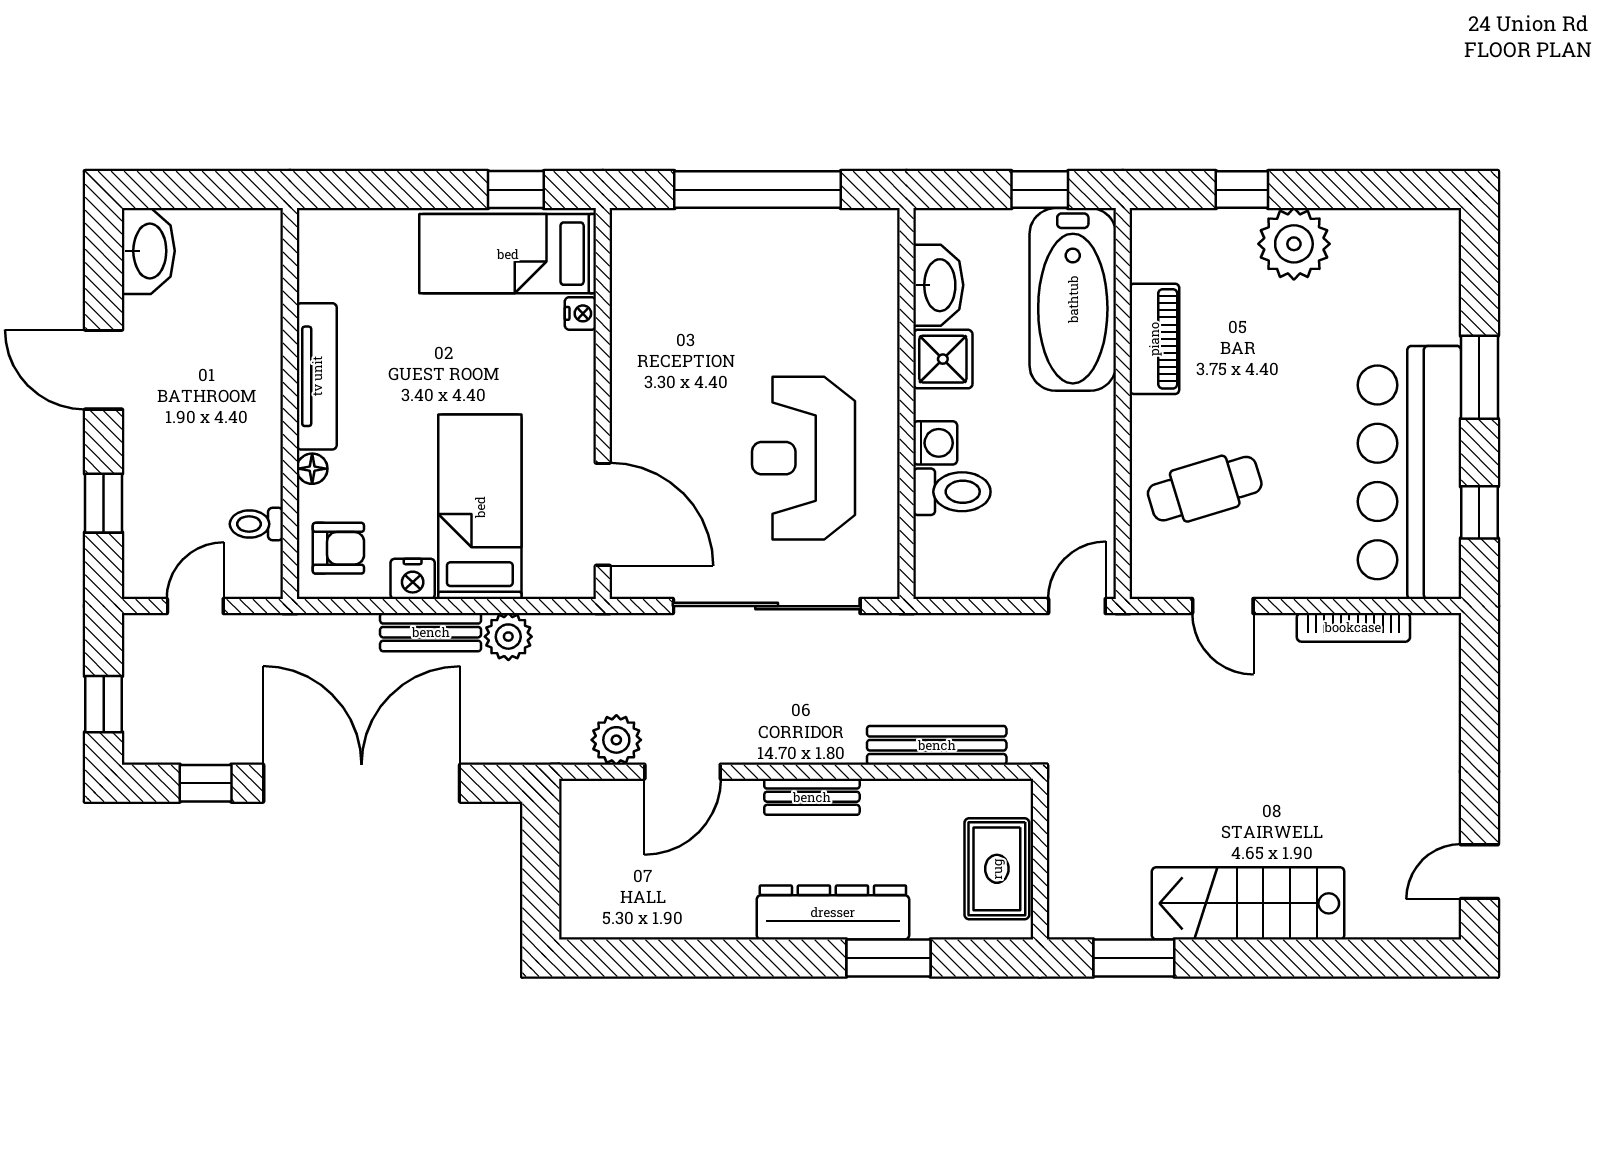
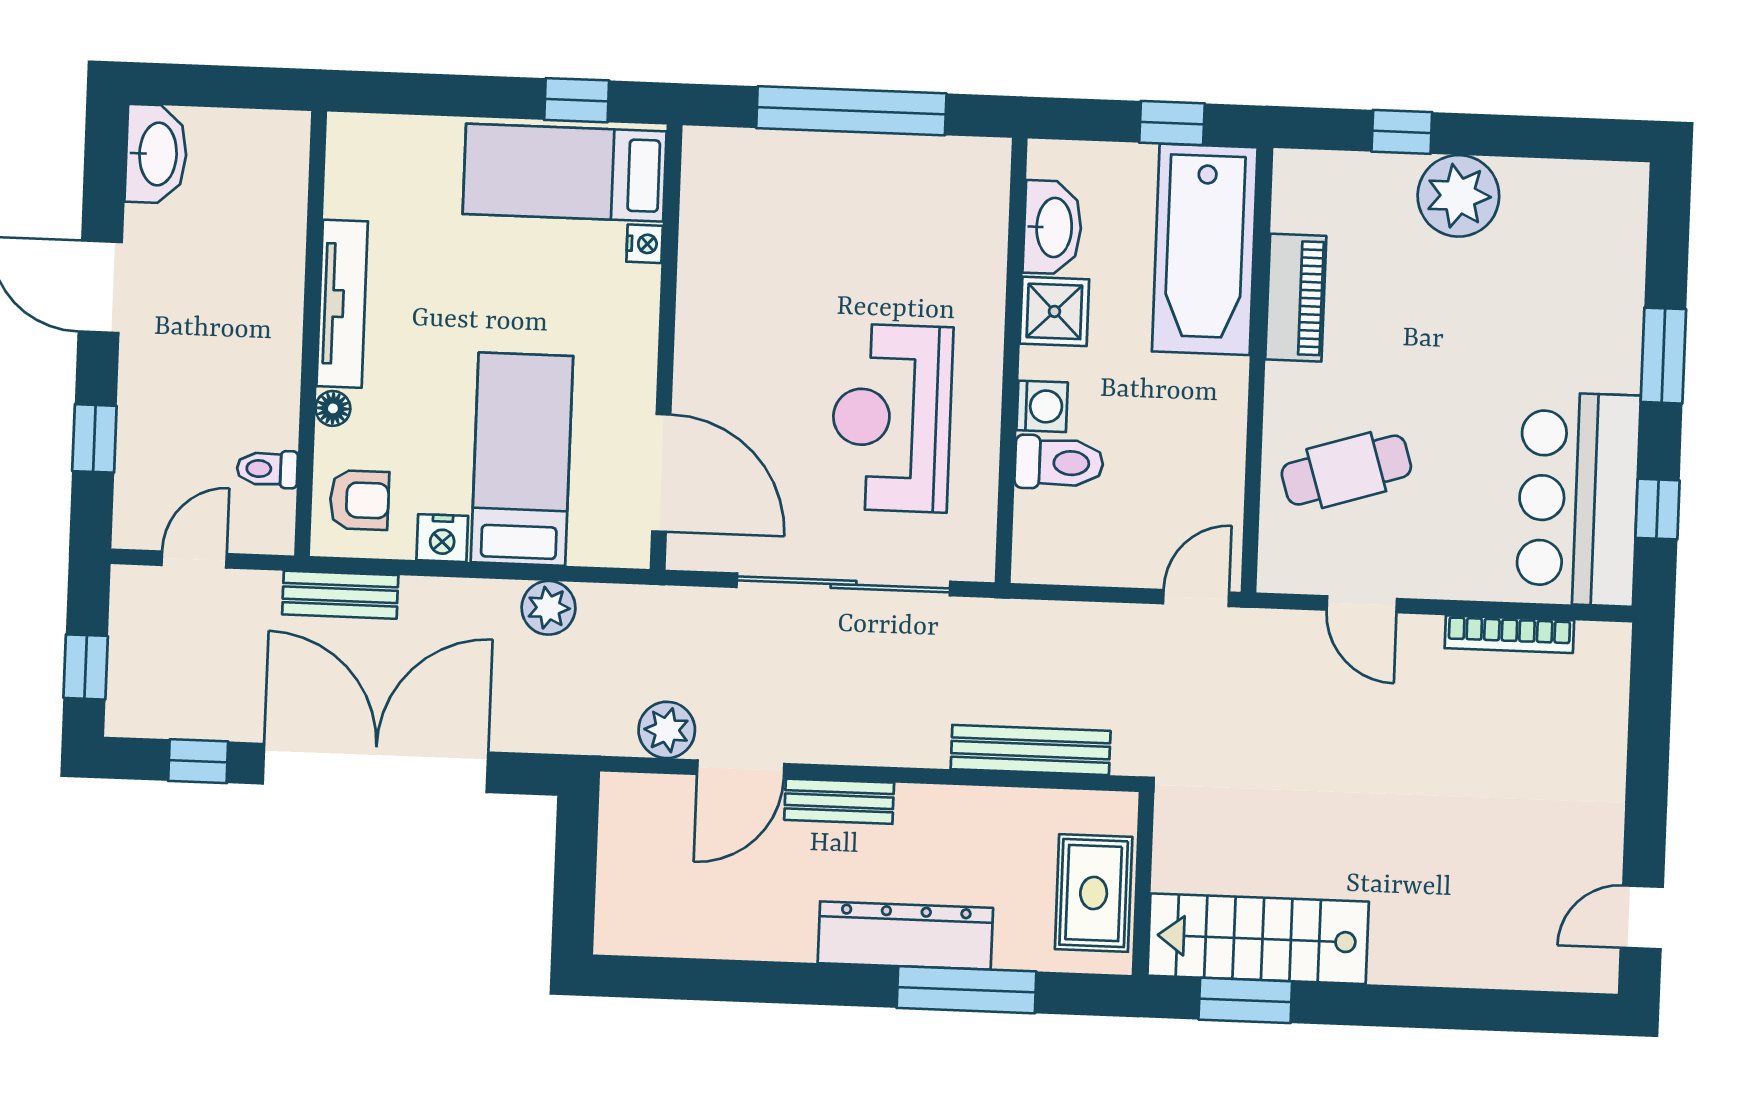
bar counter: (1409, 472) -> (1578, 499), width x0.73
bench: (431, 632) -> (340, 595), moved
bench: (812, 797) -> (839, 801), moved
stairs: (1248, 903) -> (1258, 939), moved
window: (888, 958) -> (967, 990), width x1.44

